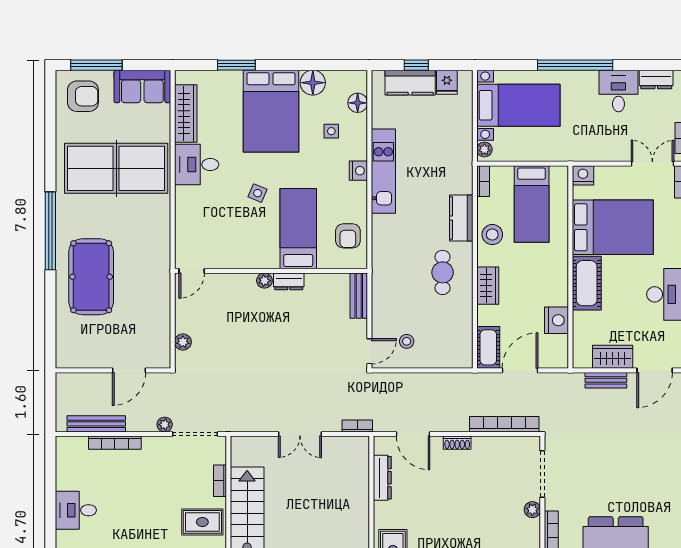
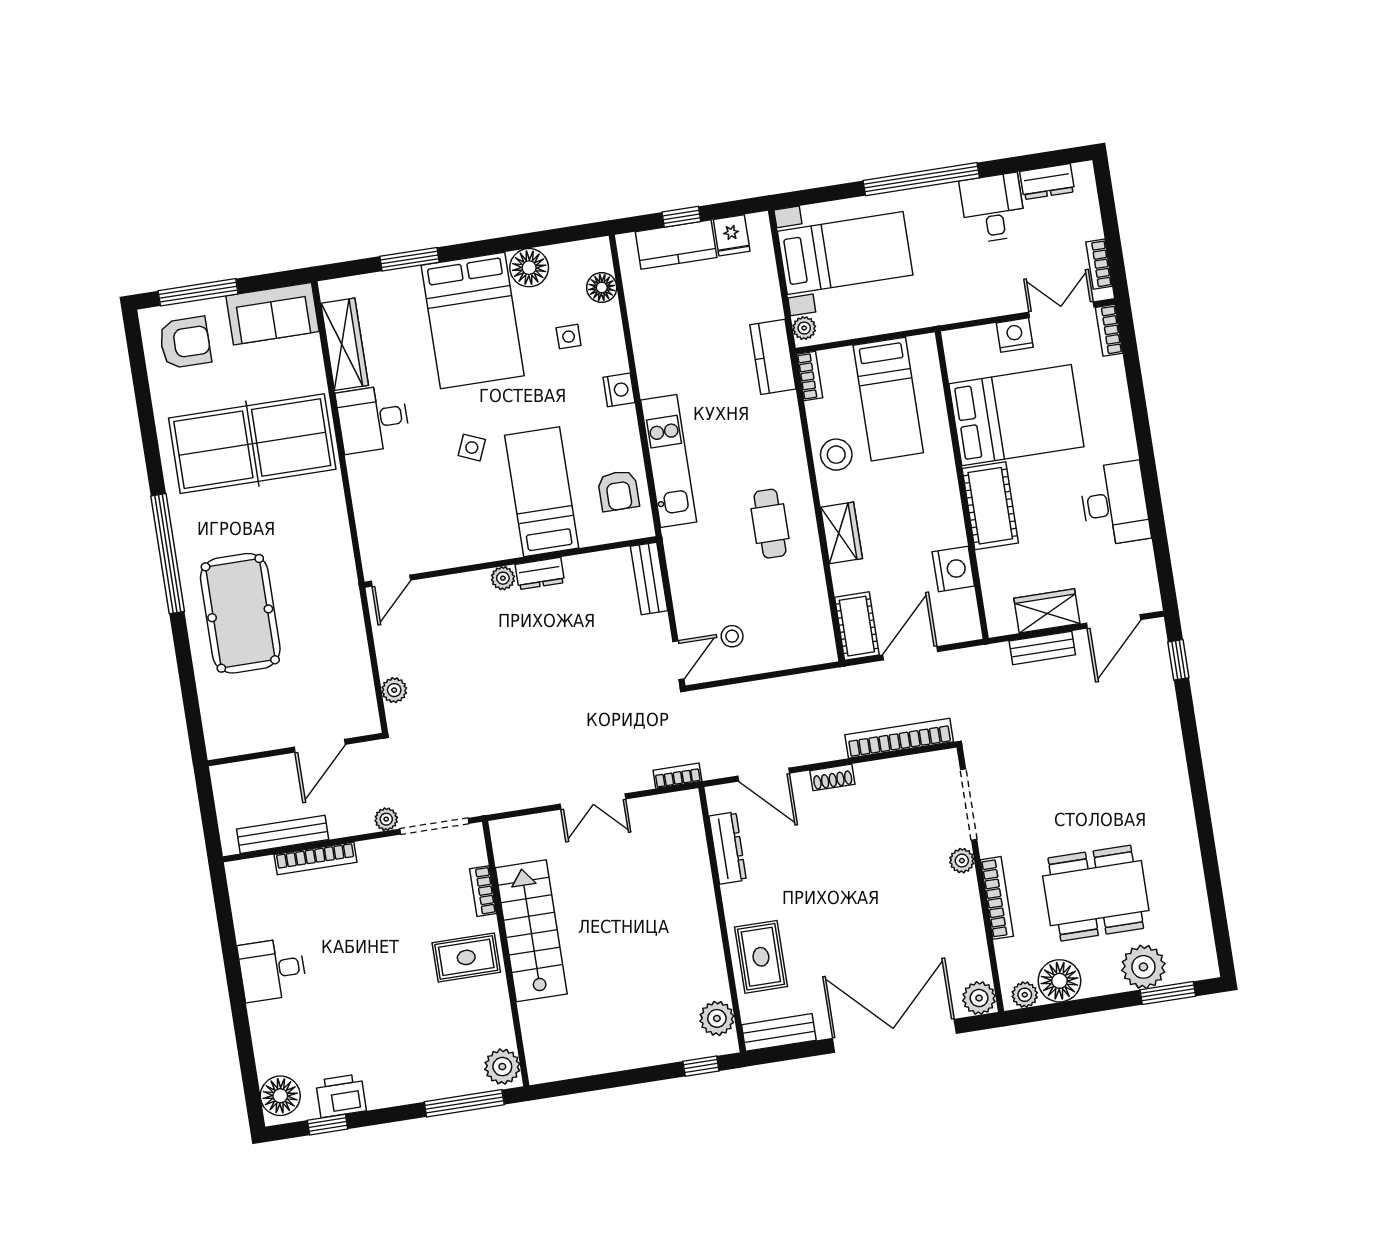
kitchen unit: (383, 171) -> (669, 461), moved
nightstand: (583, 175) -> (1015, 335), moved
kitchen counter: (461, 218) -> (773, 357), moved

